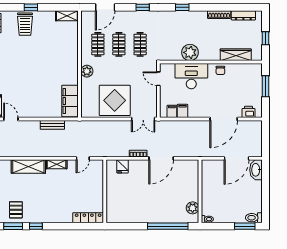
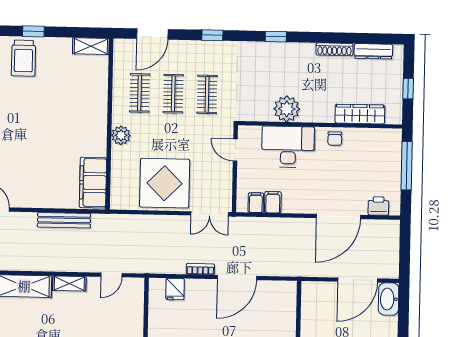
window: (266, 86) -> (407, 166), width x1.44
bench: (52, 125) -> (64, 220), width x1.36

